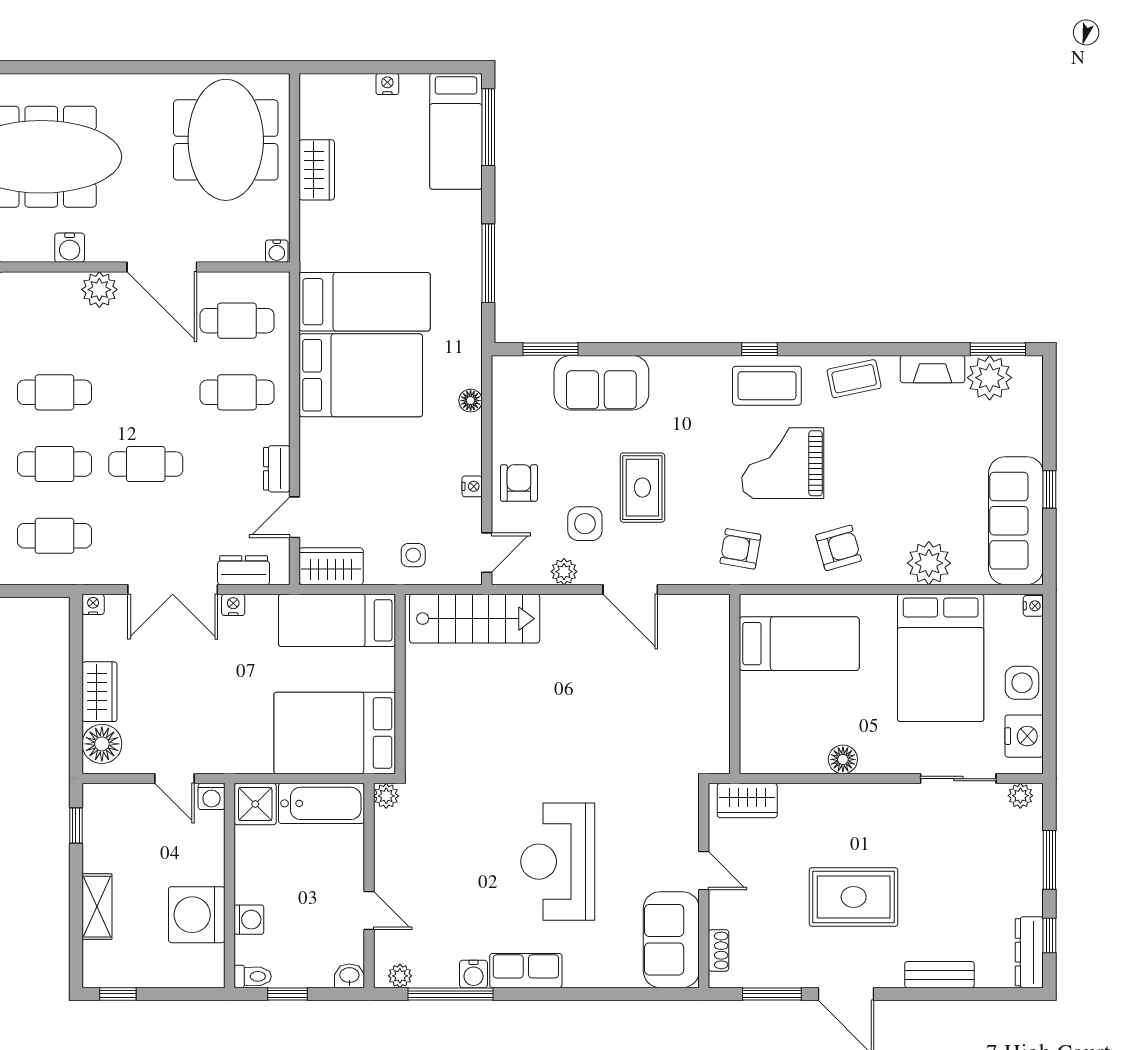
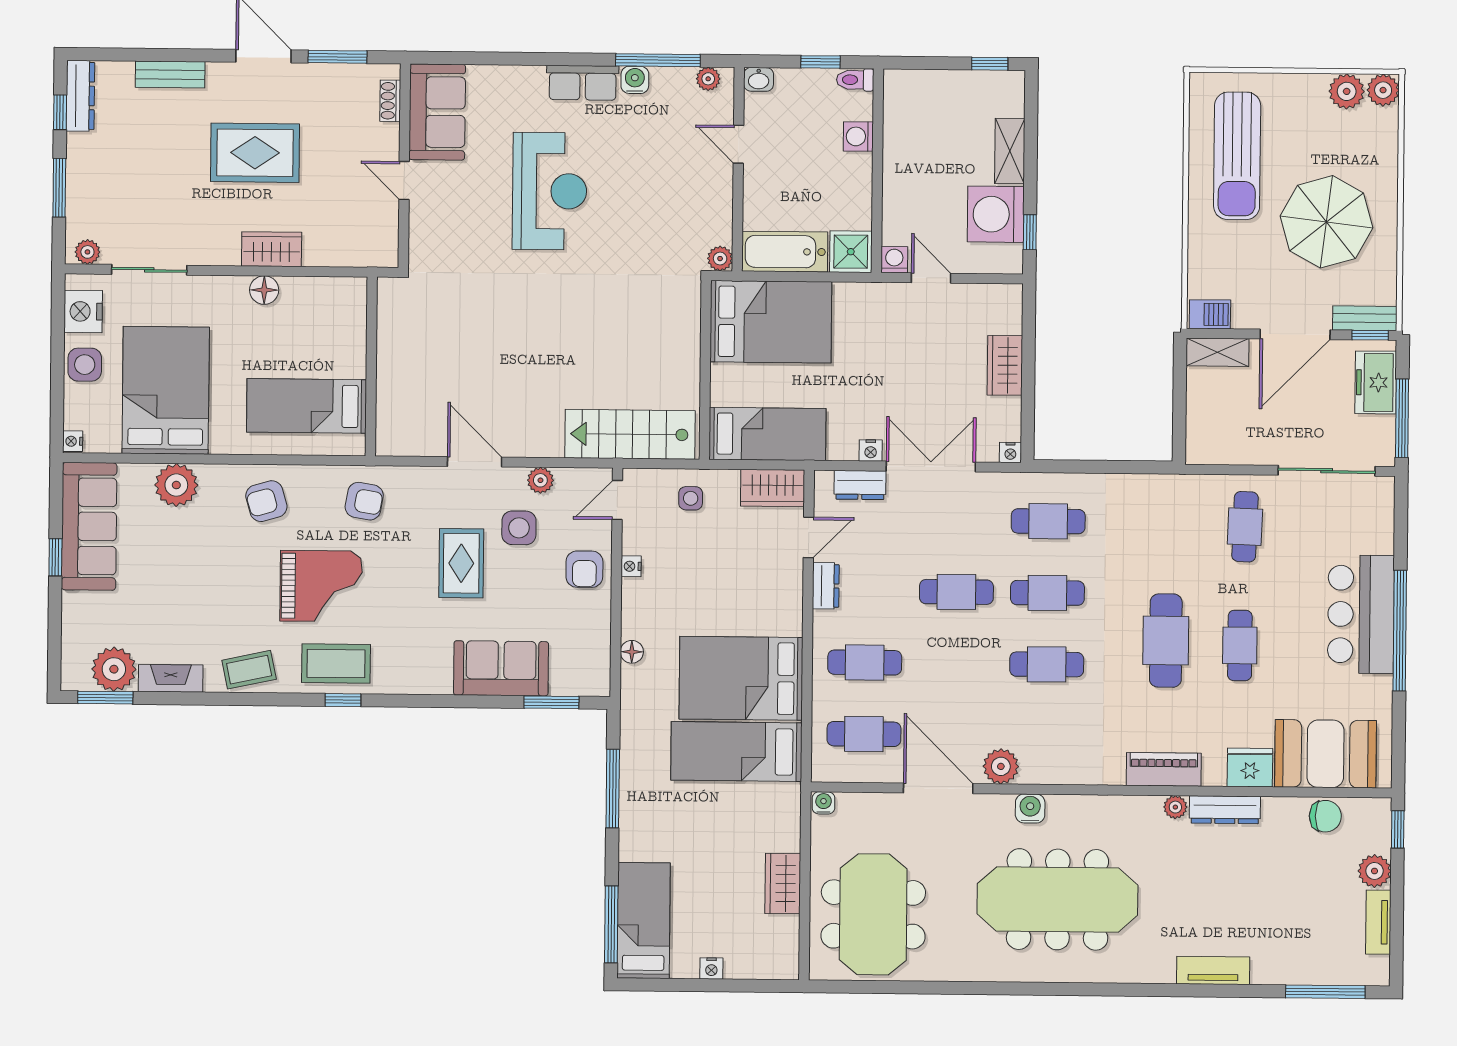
floor lamp: (102, 744) -> (1003, 313), removed
wardrobe: (747, 800) -> (272, 249), moved
washing machine: (197, 915) -> (996, 214), moved, turned 180

